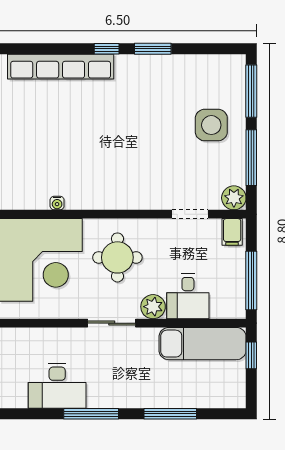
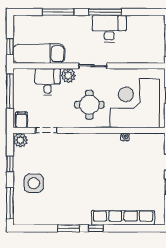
window: (251, 158) -> (10, 164), width x0.46
desk: (57, 386) -> (109, 29), moved

